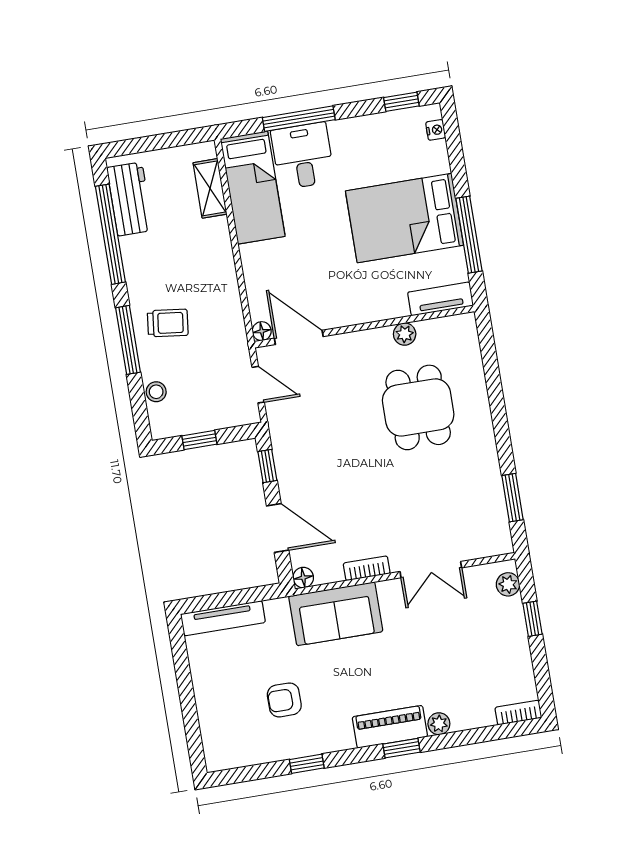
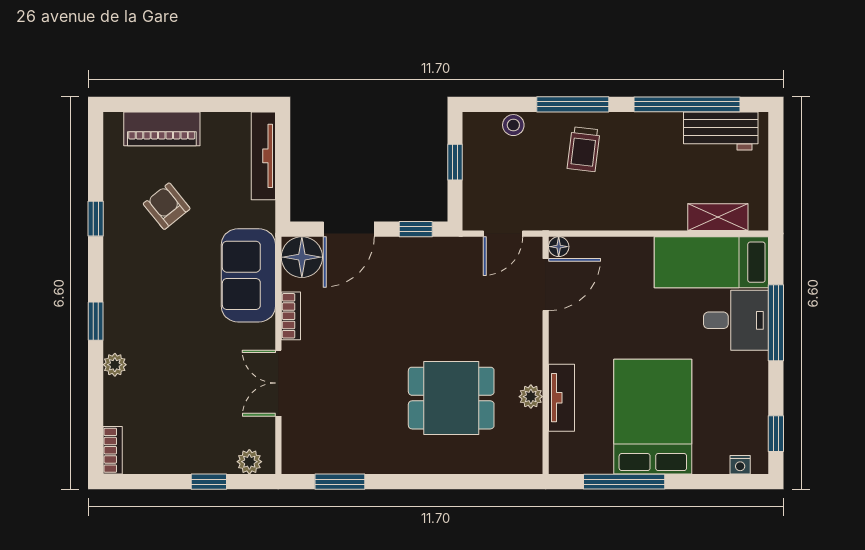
tv unit: (441, 299) -> (561, 398), moved
floor lamp: (303, 578) -> (302, 257), width x1.89, depth x1.89
armchair: (284, 700) -> (167, 206), turned -39
piano: (390, 727) -> (162, 129), moved, turned 90

